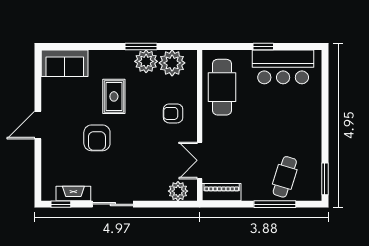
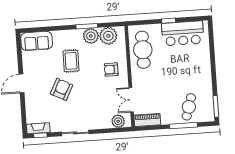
armchair: (97, 138) -> (62, 89), turned -153
fireplace: (73, 193) -> (38, 128), moved

